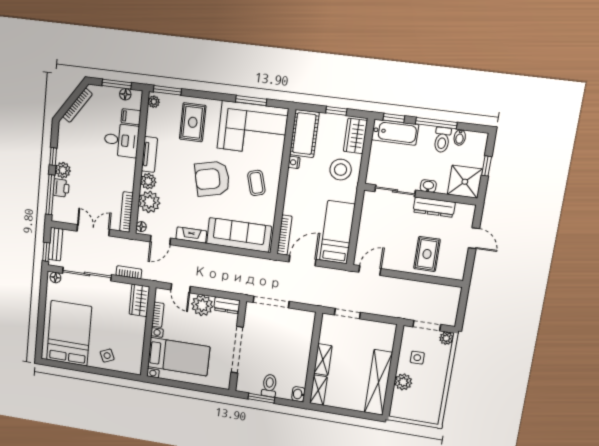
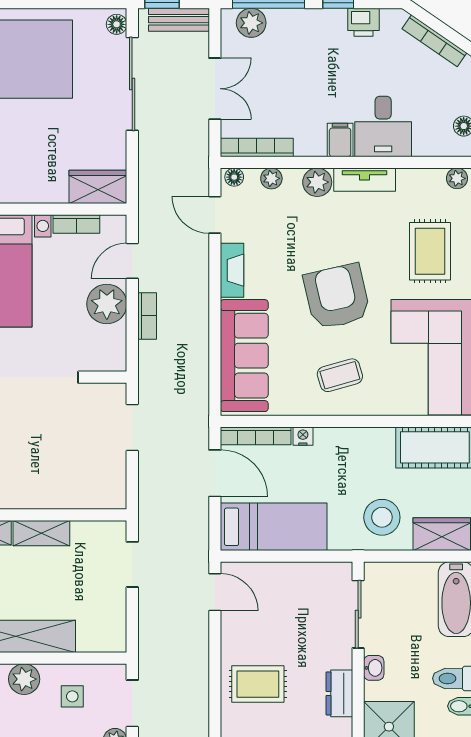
filing cabinet: (131, 117) -> (340, 140), moved
rug: (193, 122) -> (430, 251), turned 90
nightstand: (294, 162) -> (303, 436), moved
plant: (63, 170) -> (251, 23), moved
printer: (61, 188) -> (363, 22), moved
plant: (149, 202) -> (271, 178), width x0.53, depth x0.53
dresser: (434, 207) -> (339, 693), width x0.70
bookcase: (129, 272) -> (147, 316), moved
doorway: (271, 302) -> (132, 427), width x0.73
dresser: (227, 305) -> (114, 349), removed

